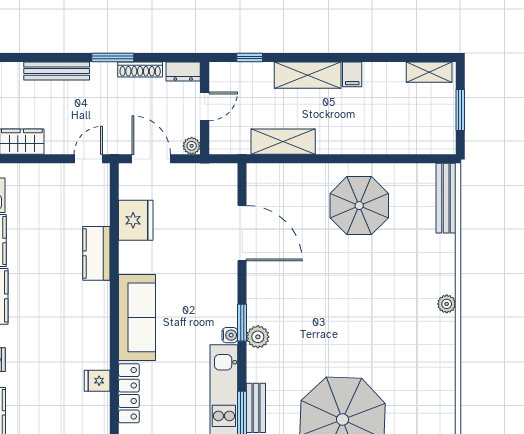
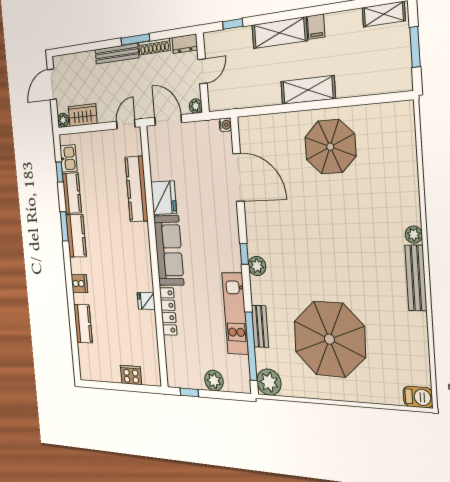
bench: (57, 71) -> (117, 54), moved
shelving: (283, 142) -> (308, 90), moved
bench: (446, 198) -> (416, 278), moved
fridge: (136, 220) -> (164, 198), moved
kitchen counter: (96, 253) -> (137, 189), width x1.50
window: (242, 323) -> (244, 254), width x0.67
water cooler: (230, 335) -> (225, 125), moved

